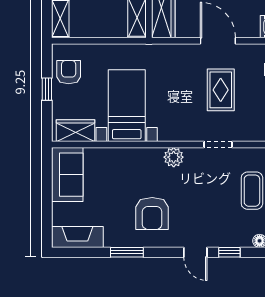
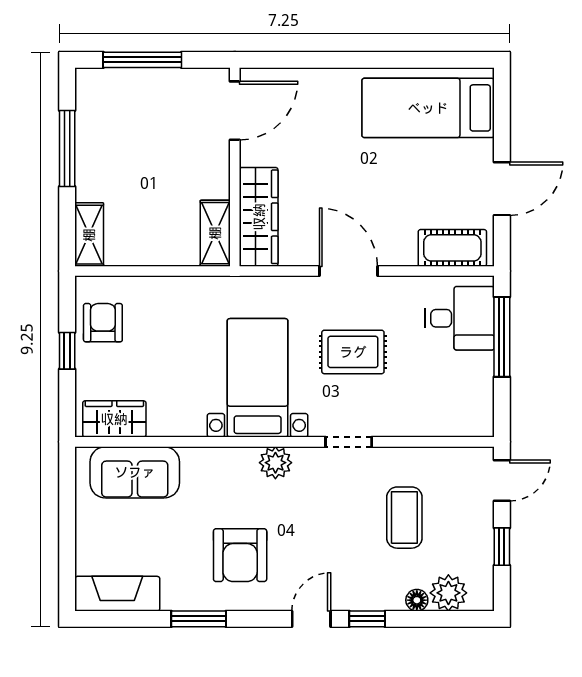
rug: (221, 90) -> (353, 352), turned 90
bed with nightstands: (127, 106) -> (258, 378), moved
sofa: (67, 175) -> (135, 472), moved, turned 90
door: (195, 252) -> (311, 619), swing flipped

